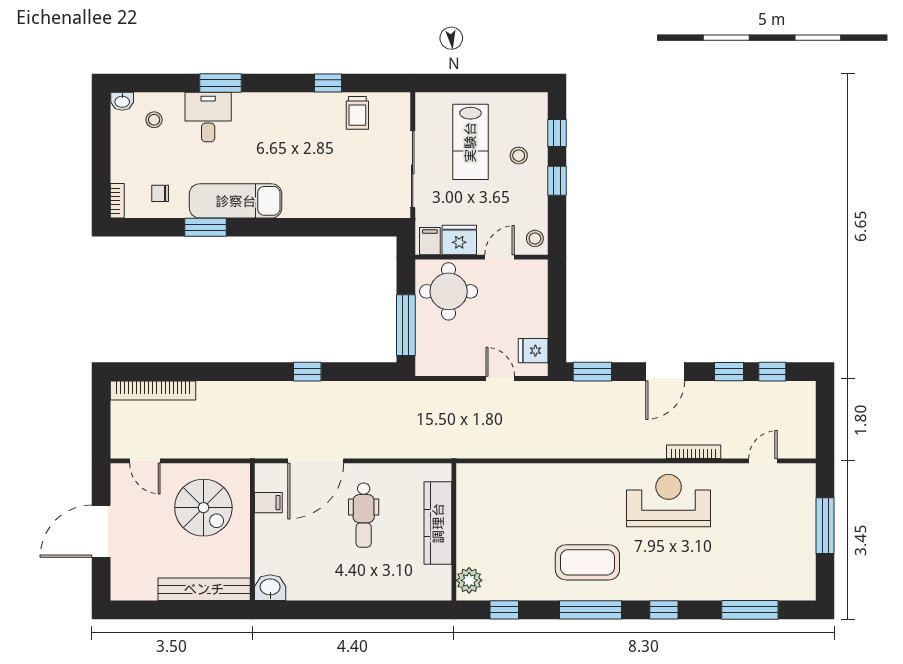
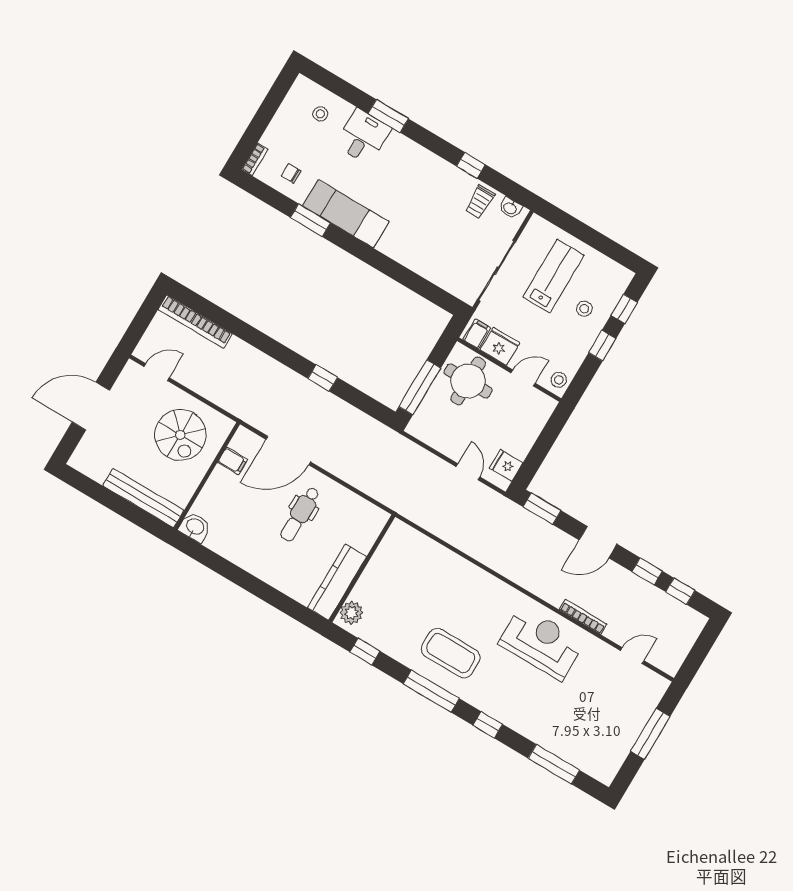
washbasin: (122, 101) -> (510, 208), moved
lab bench: (470, 142) -> (554, 276), turned 180
door: (145, 461) -> (157, 372), swing flipped
kitchen counter: (438, 523) -> (337, 582), moved

